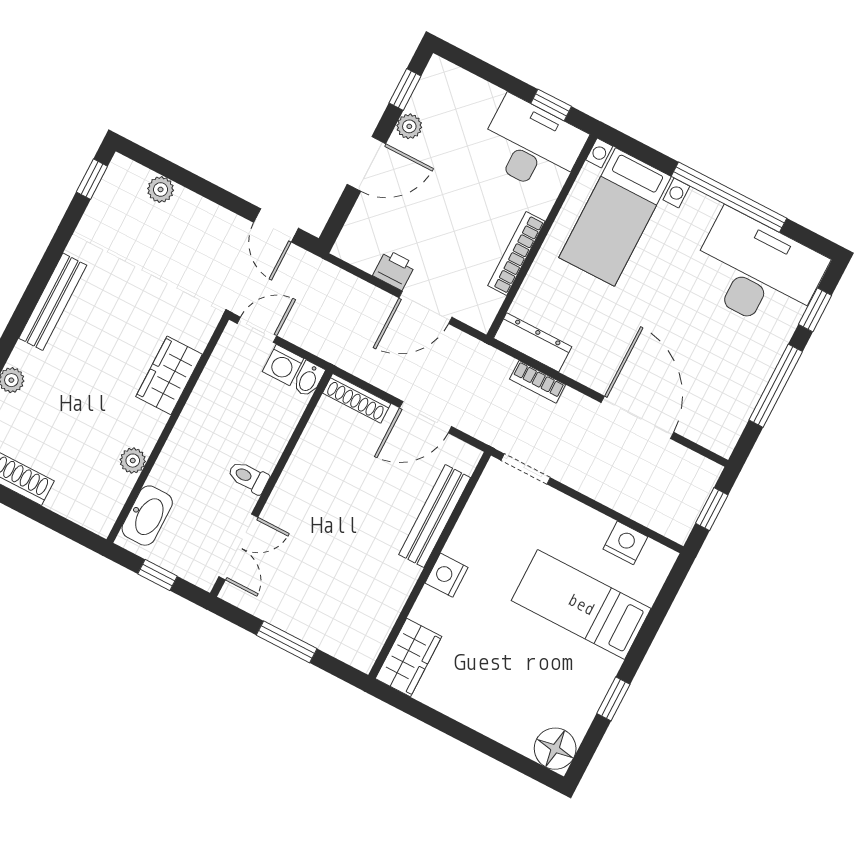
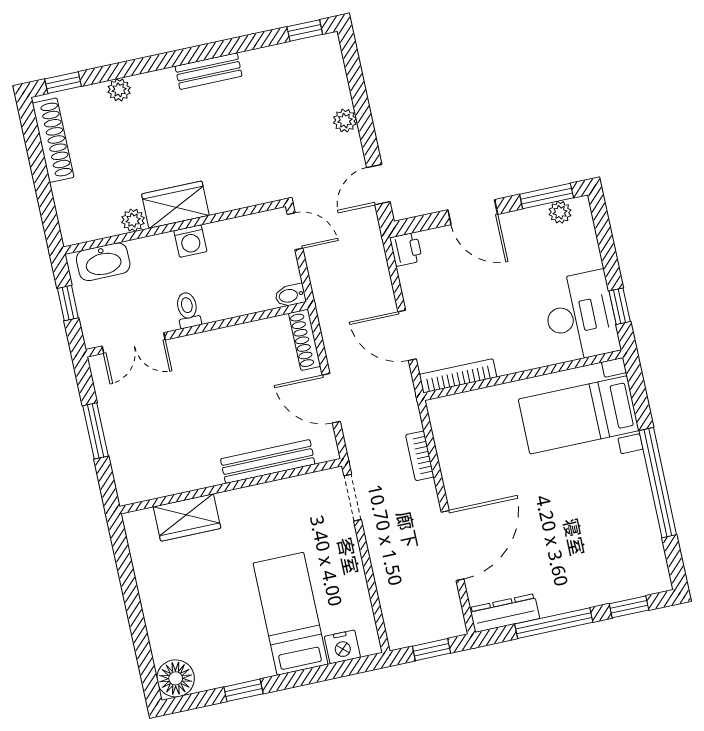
window: (405, 89) -> (547, 196), width x1.50
plant: (409, 126) -> (560, 212), moved
plant: (161, 189) -> (345, 121), moved
bookcase: (516, 253) -> (458, 376), moved
printer: (394, 270) -> (406, 249), moved
desk: (757, 272) -> (622, 545), removed
bench: (53, 302) -> (209, 71), width x0.73
dresser: (533, 342) -> (505, 613), moved, turned -90
washing machine: (283, 365) -> (190, 241), moved, turned -90
wardrobe: (169, 375) -> (175, 205), moved
nightstand: (625, 543) -> (342, 647), moved, turned 90
nightstand: (446, 575) -> (234, 504), removed
wardrobe: (409, 657) -> (187, 517), moved

